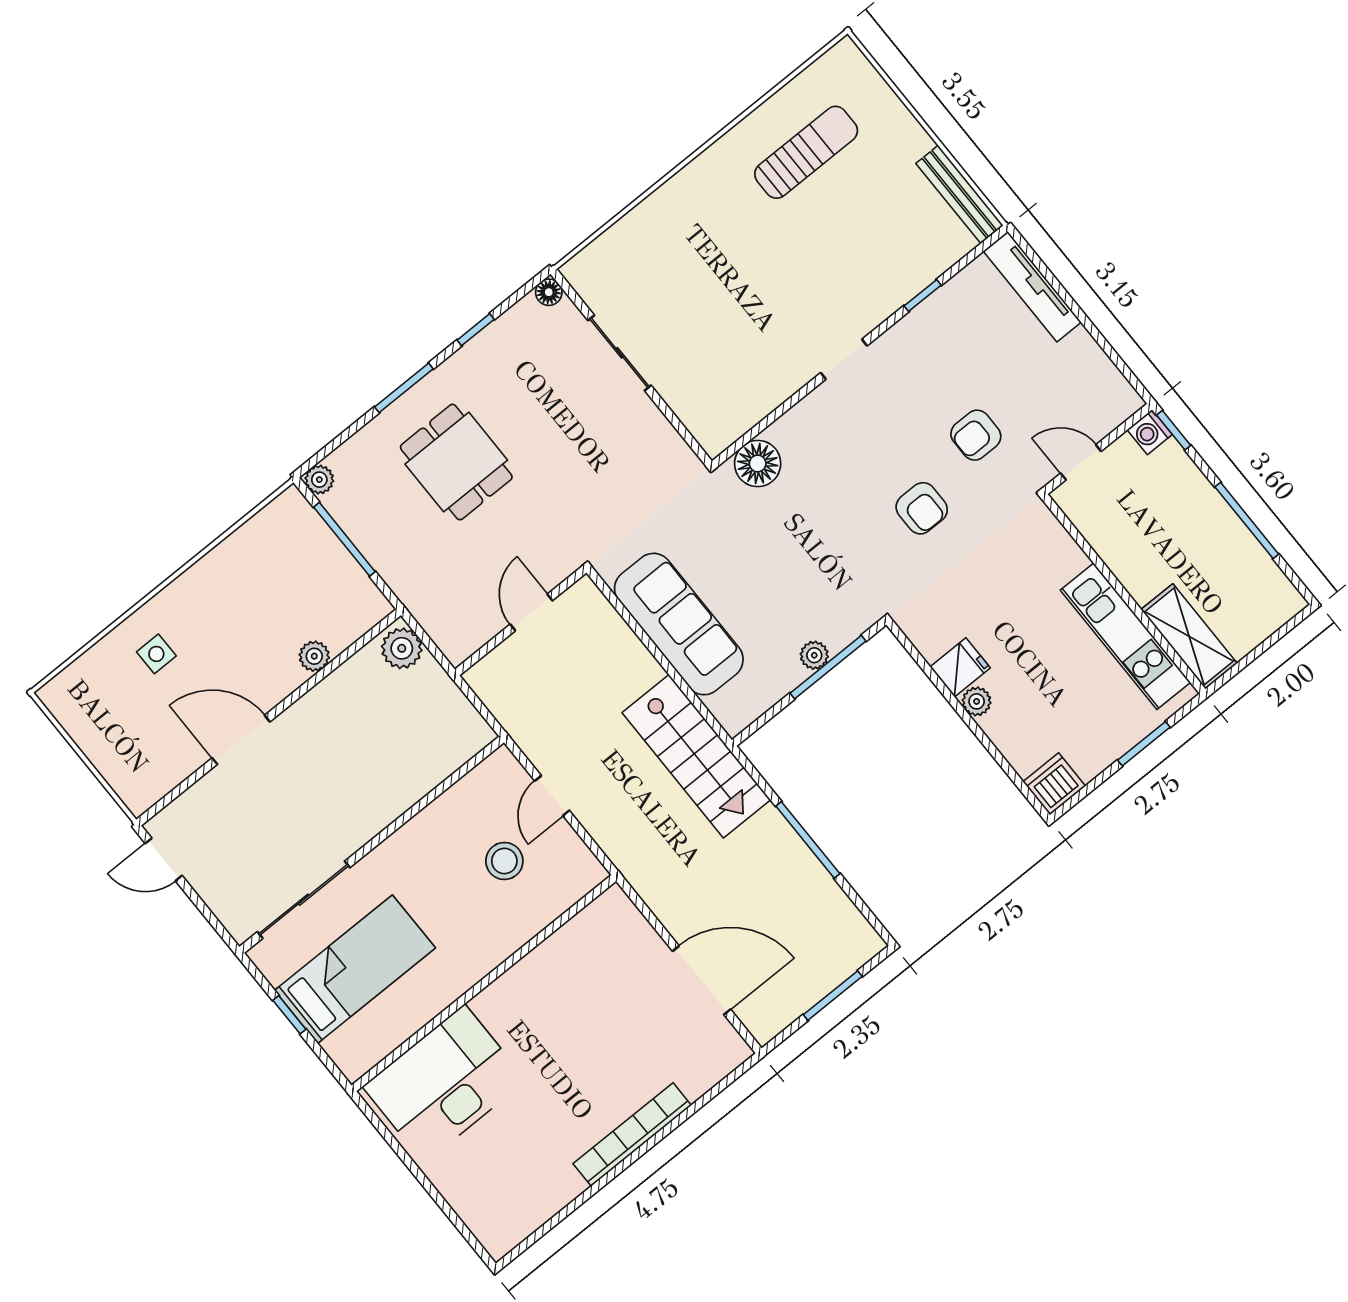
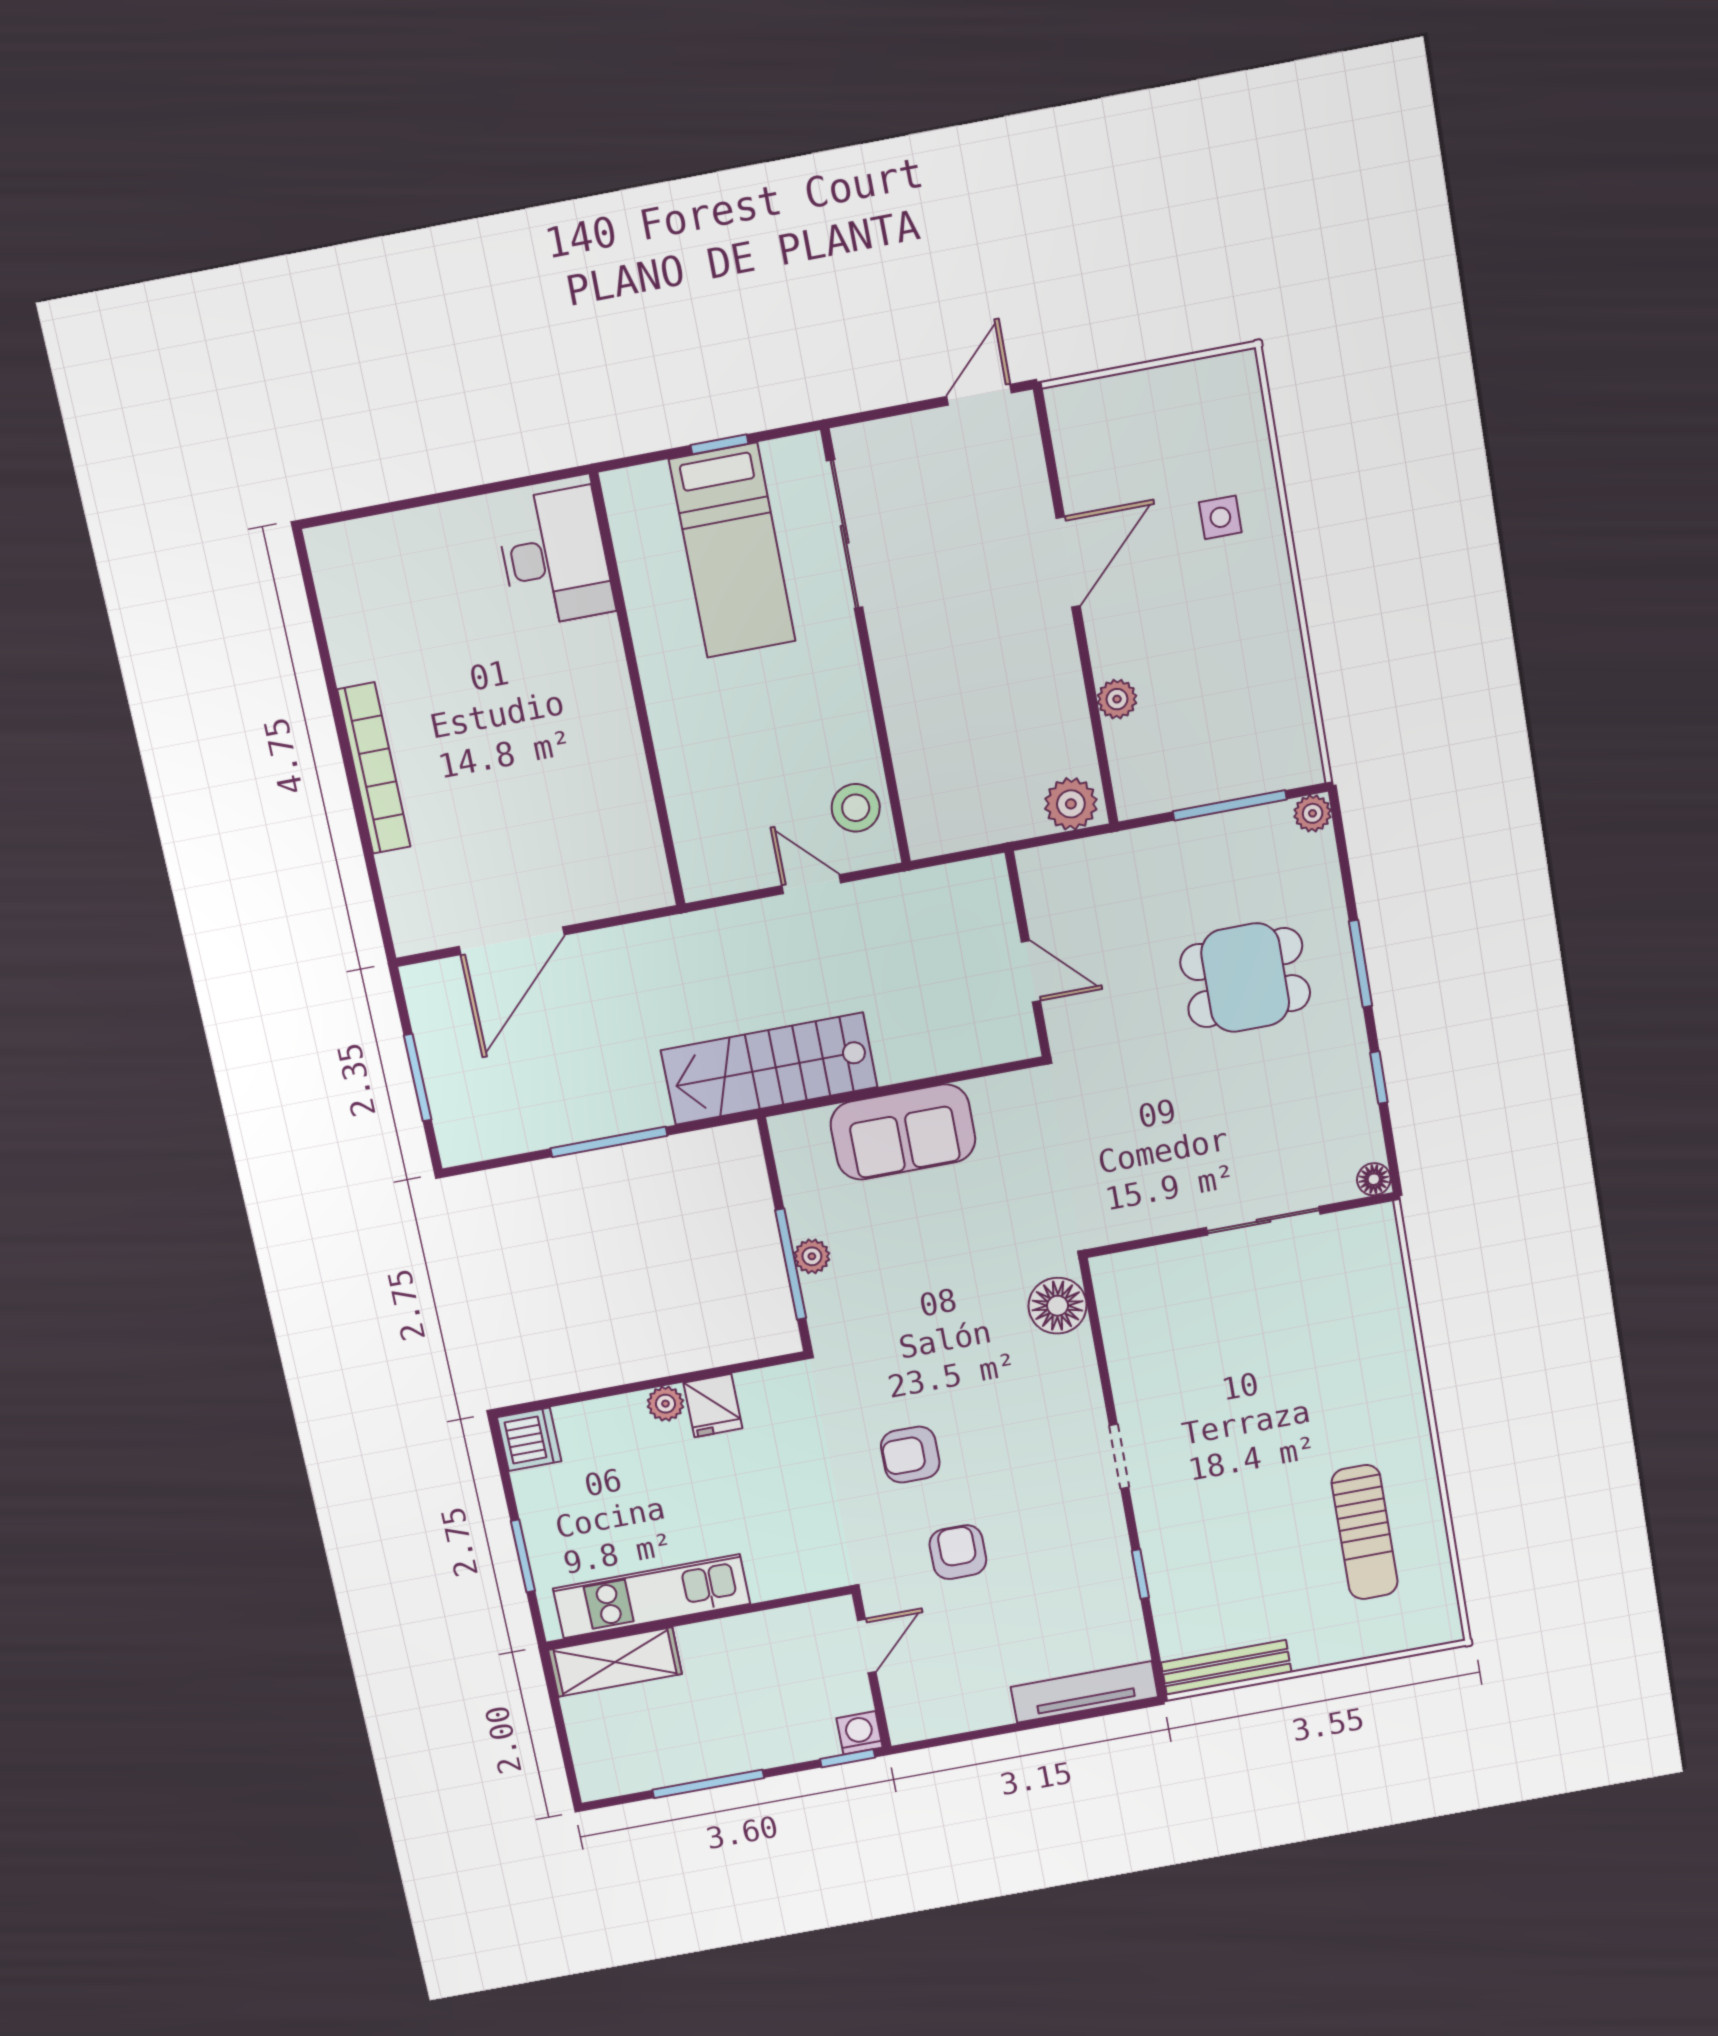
sofa: (679, 624) -> (903, 1132), width x0.73
stool: (504, 861) -> (856, 808), moved
desk: (444, 1084) -> (555, 557), width x0.73, depth x0.77

